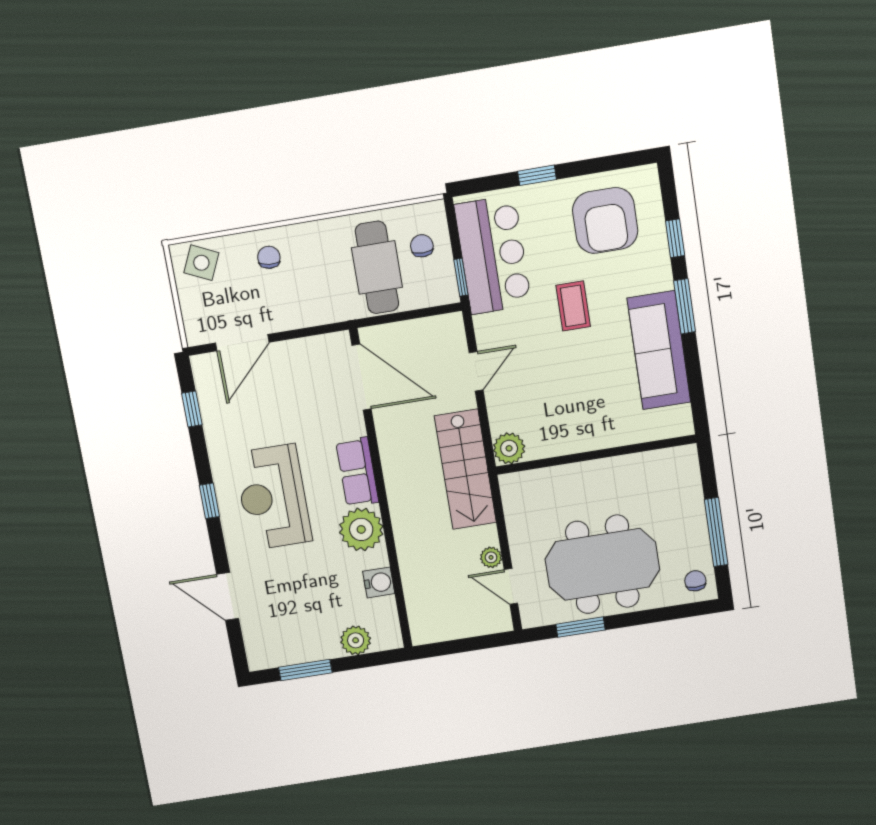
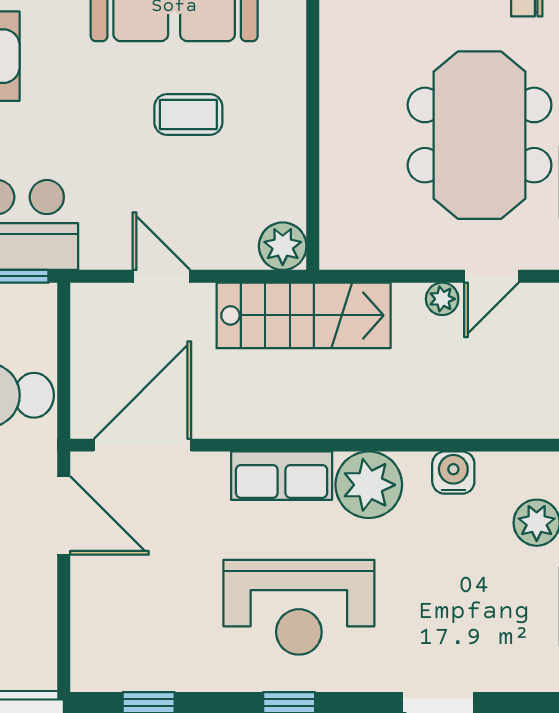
coffee table: (573, 306) -> (188, 115), moved
door: (242, 343) -> (64, 515), moved

